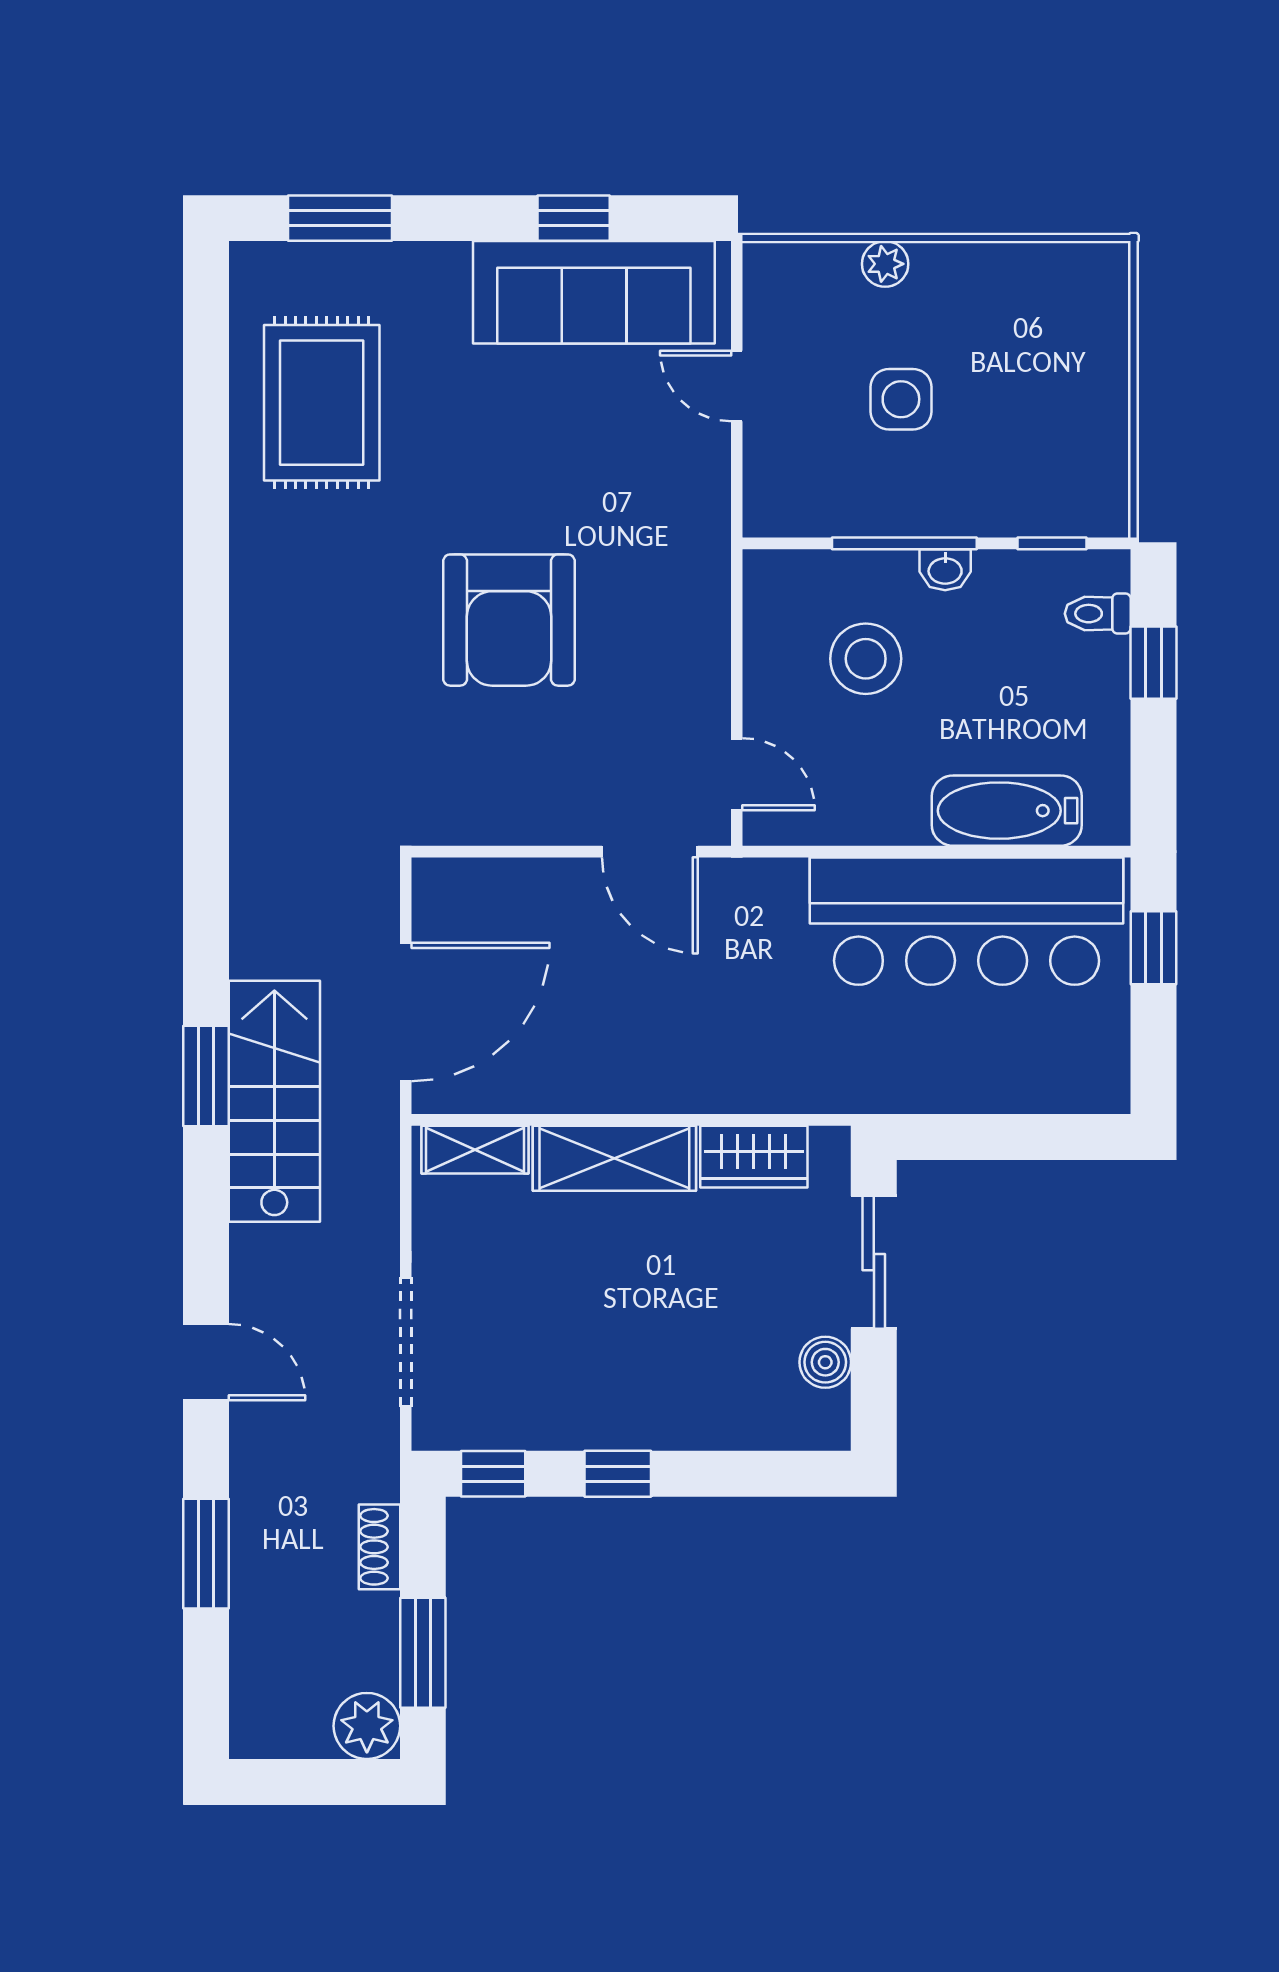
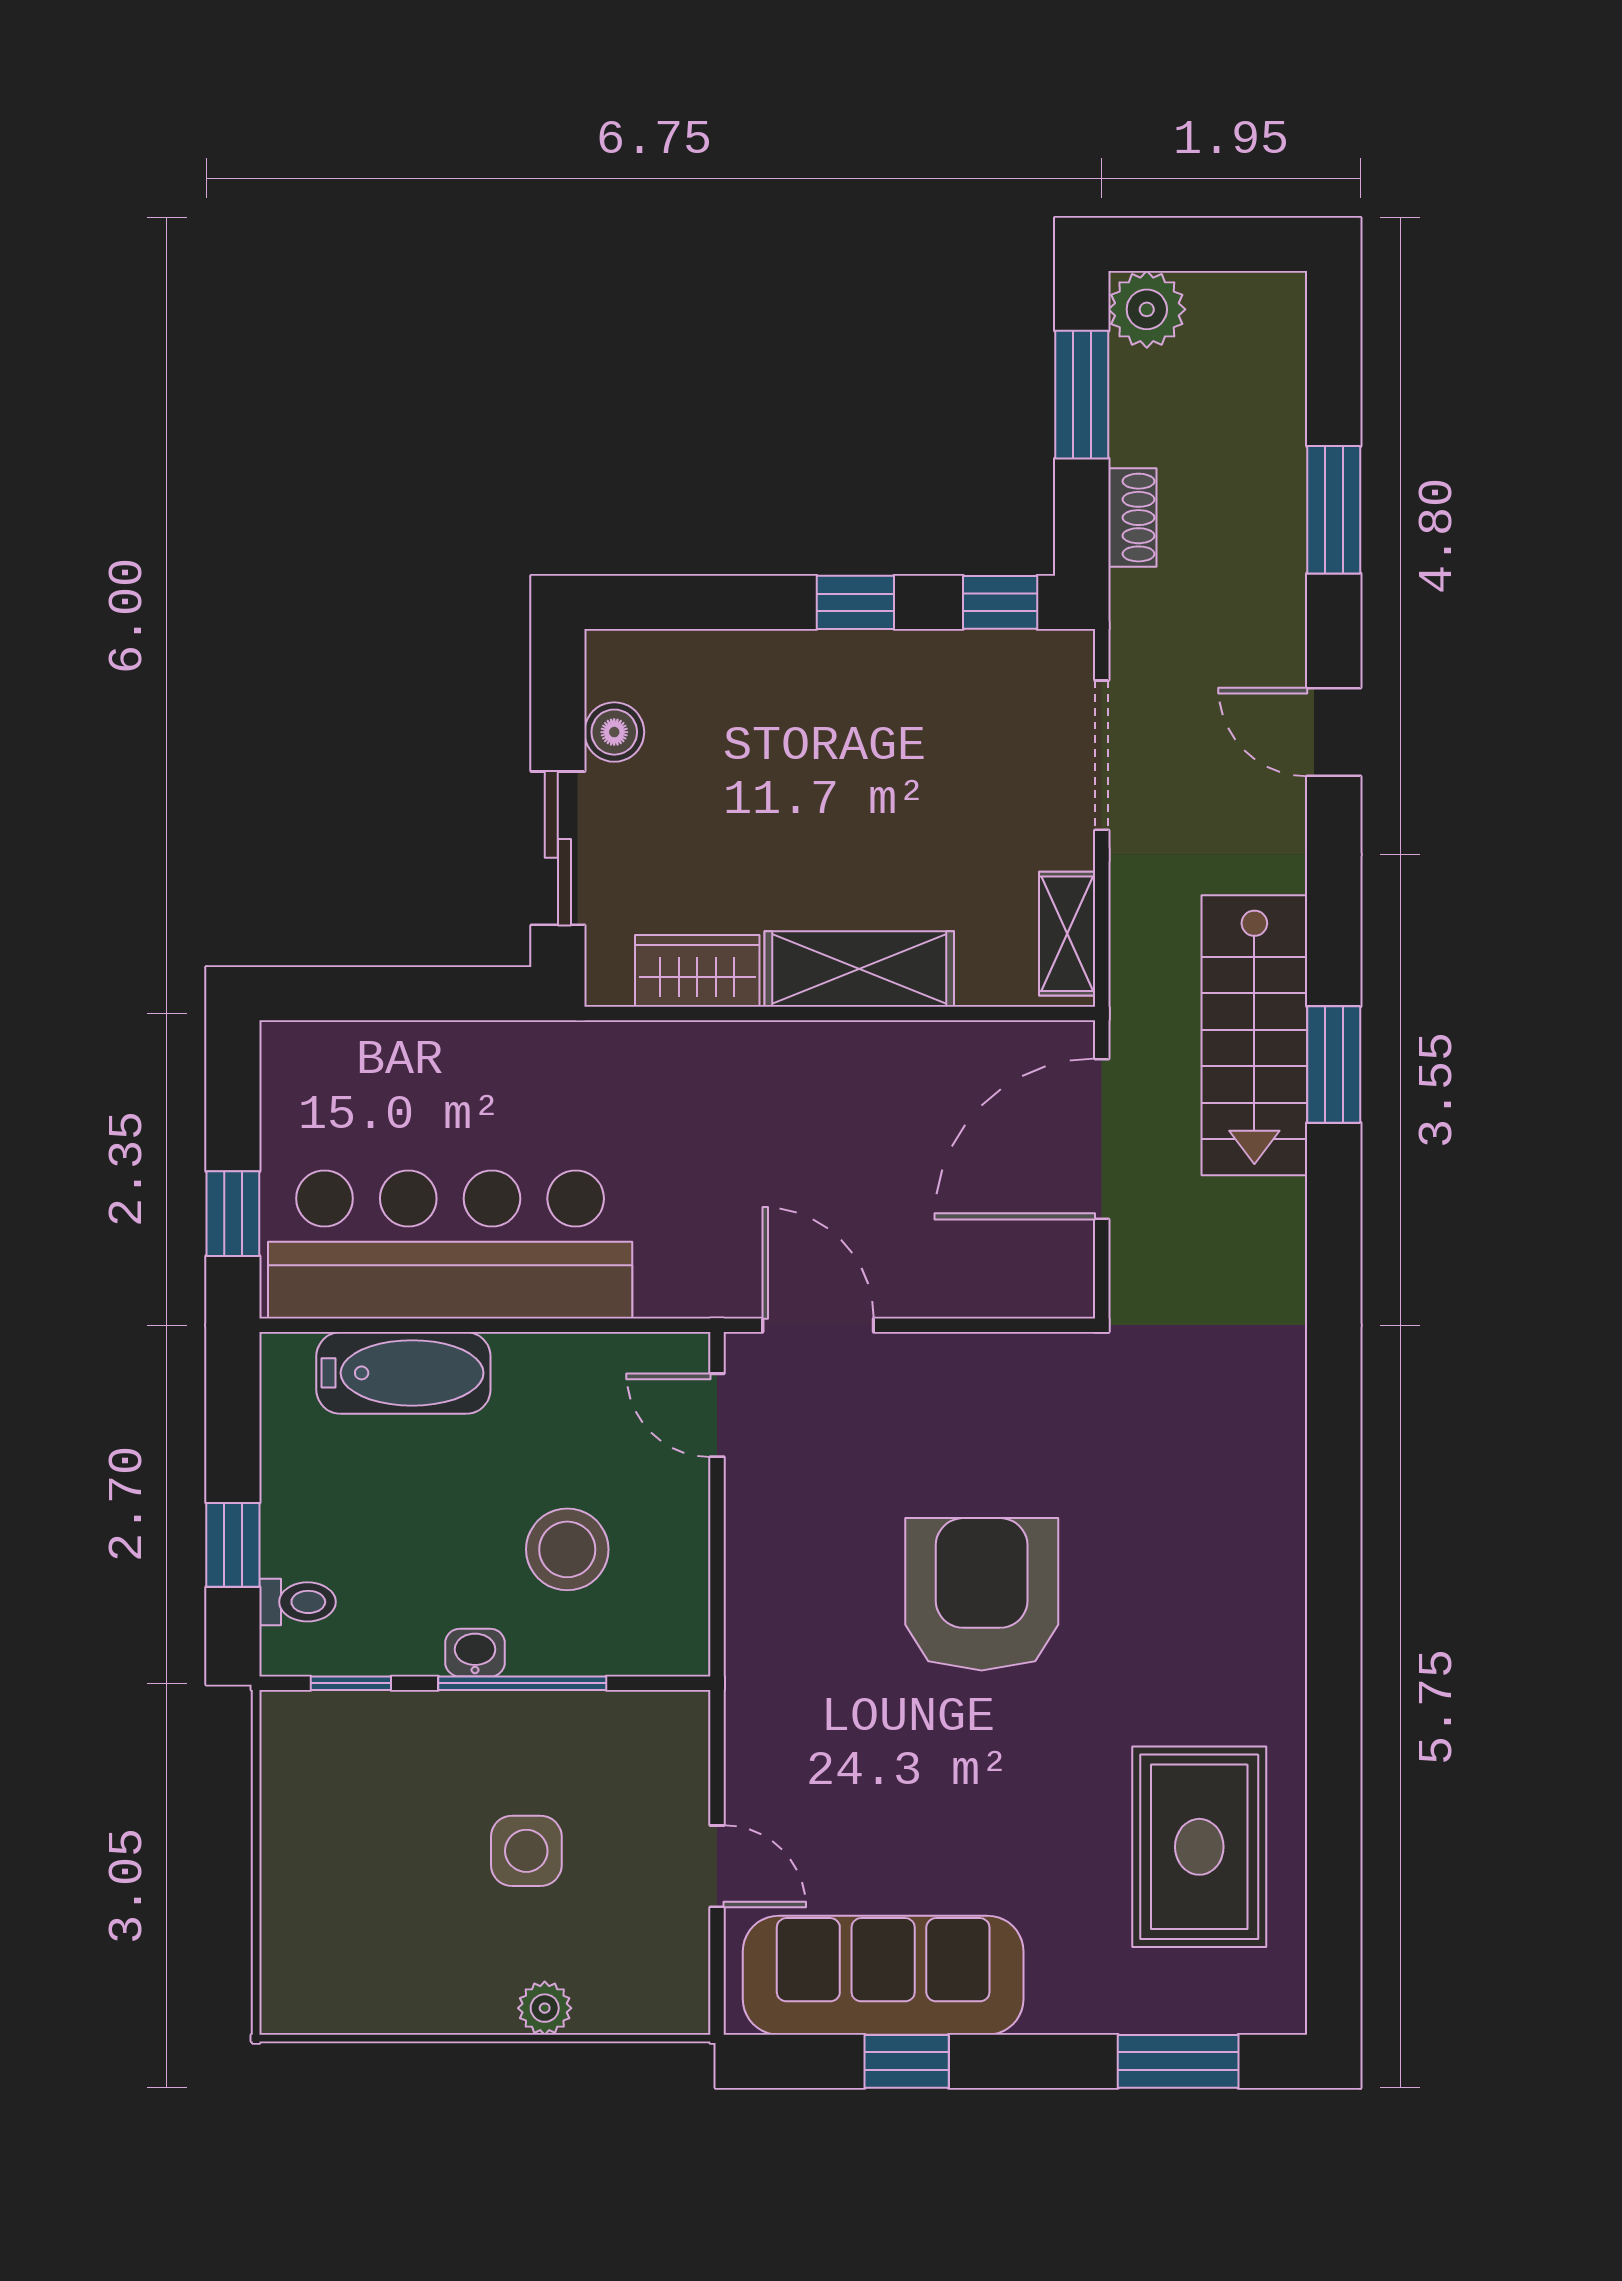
shelving: (475, 1150) -> (1067, 934), moved, turned 90

